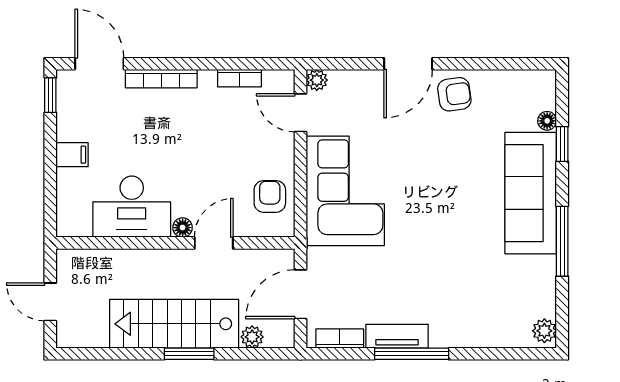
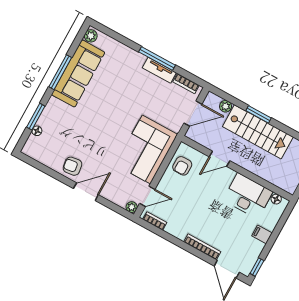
bookcase: (239, 78) -> (155, 221), moved
door: (301, 113) -> (147, 196), hinge flipped
window: (562, 144) -> (36, 117), width x1.50
sofa: (531, 193) -> (78, 73), moved
floor lamp: (183, 228) -> (276, 199), moved

